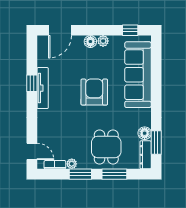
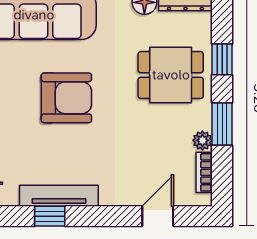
armchair: (94, 92) -> (66, 98), turned 180
door: (32, 151) -> (158, 216), moved
window: (114, 174) -> (222, 59), width x0.67

